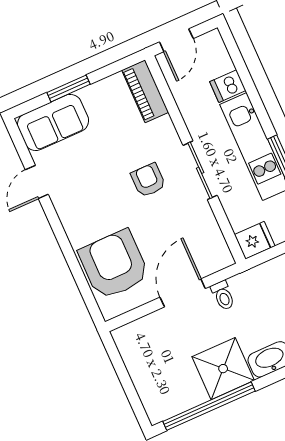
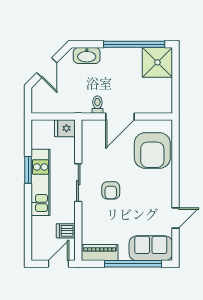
dishwasher: (228, 86) -> (66, 231), moved, turned 180
window: (68, 88) -> (133, 264), width x2.11
piano: (145, 91) -> (100, 253), moved, turned -90
shower: (223, 369) -> (157, 62), moved

